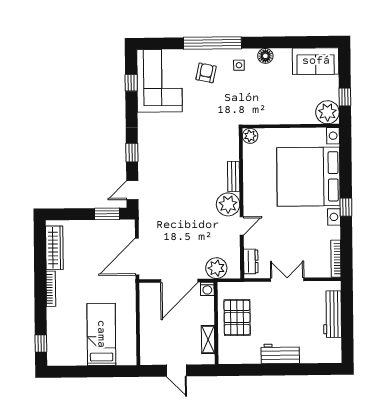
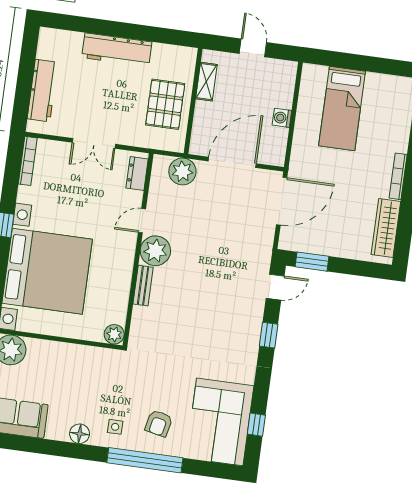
washing machine: (207, 289) -> (282, 118), moved, turned -90
workbench: (280, 354) -> (117, 50), width x1.38

